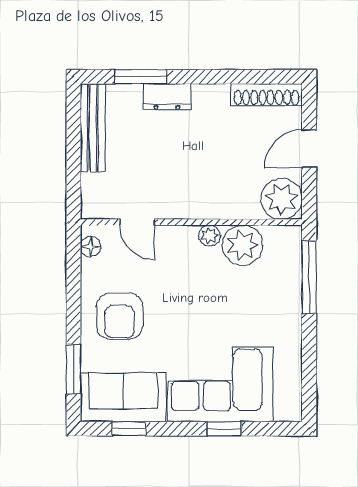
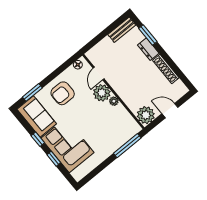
shoe rack: (267, 95) -> (166, 69), moved
bench: (93, 128) -> (122, 30), width x0.73
plant: (242, 245) -> (102, 93), moved
window: (129, 429) -> (38, 139), moved

